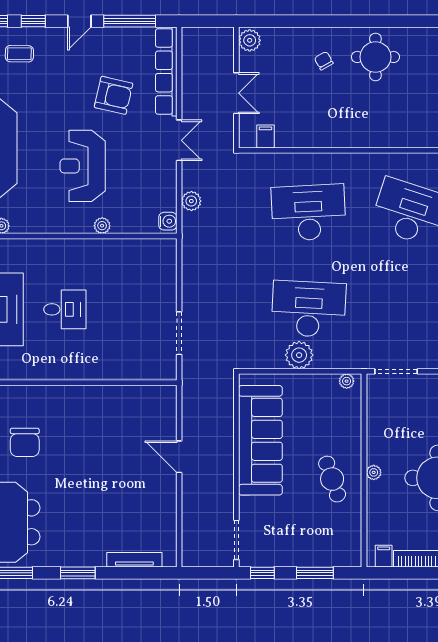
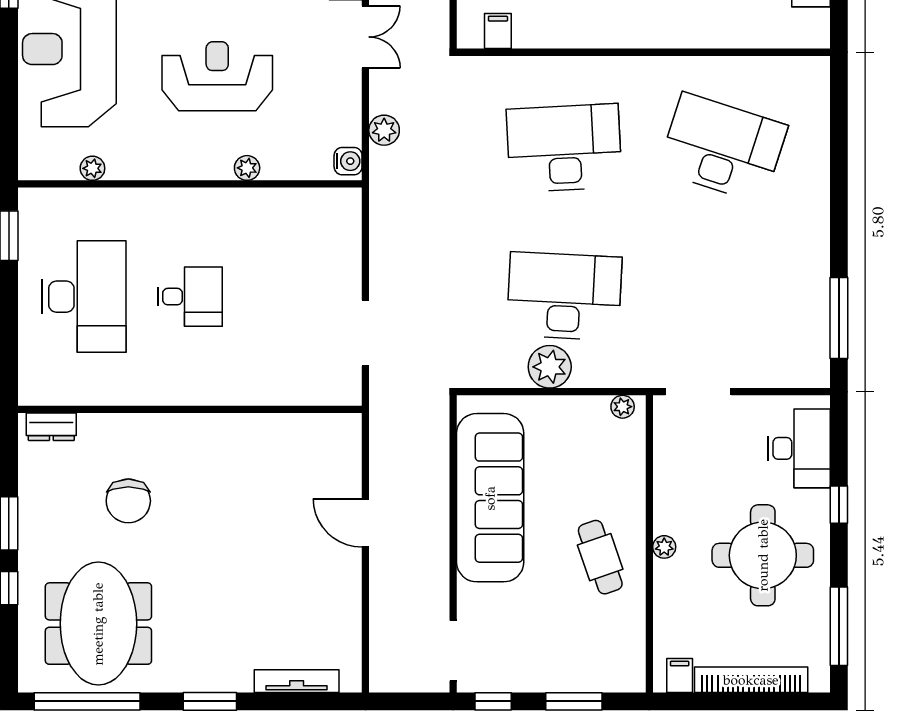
reception desk: (83, 166) -> (217, 76), turned 90

